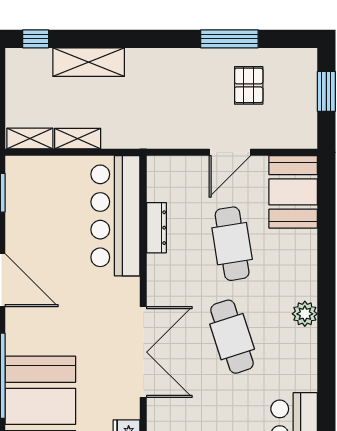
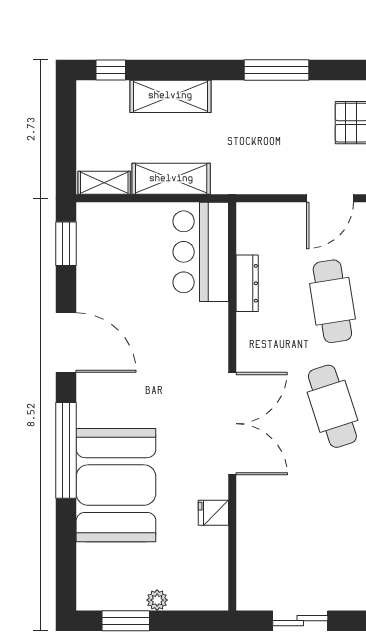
window: (229, 39) -> (276, 70), moved
shelving: (78, 139) -> (171, 179), width x1.50, depth x1.33
bar counter: (115, 216) -> (201, 252), width x0.73

